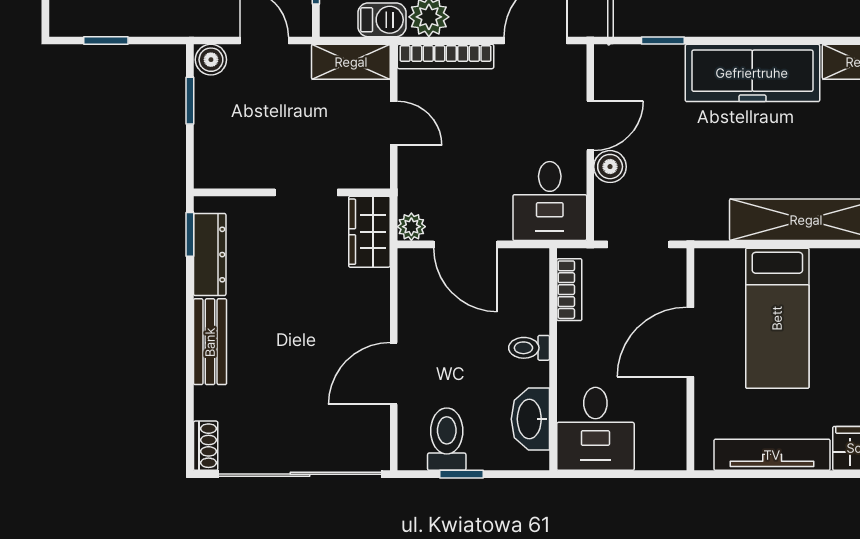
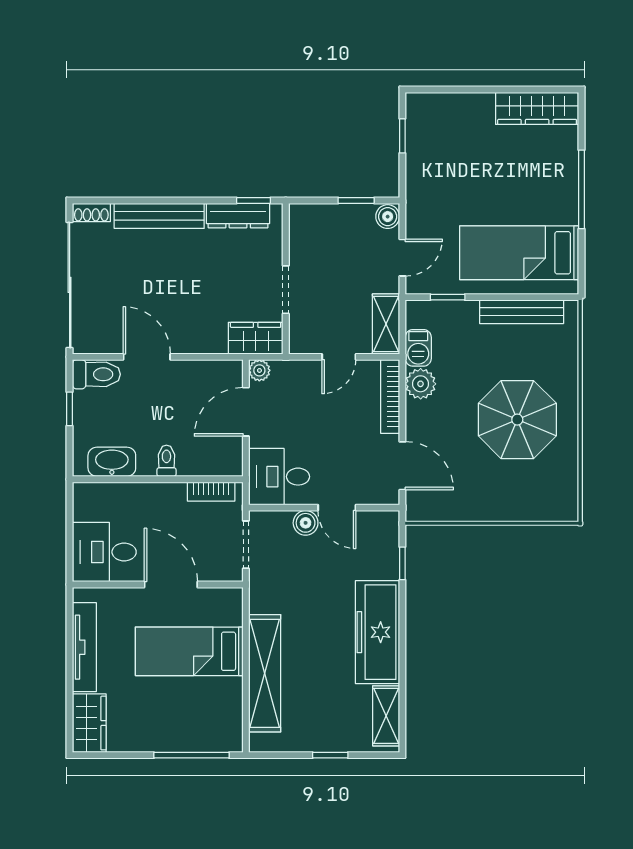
bench: (210, 342) -> (159, 216), width x1.36
desk: (595, 429) -> (104, 552), moved
toilet: (447, 439) -> (96, 374), moved

